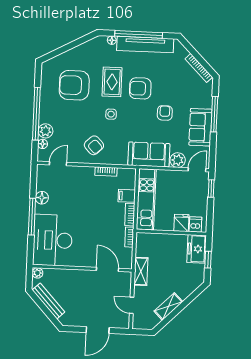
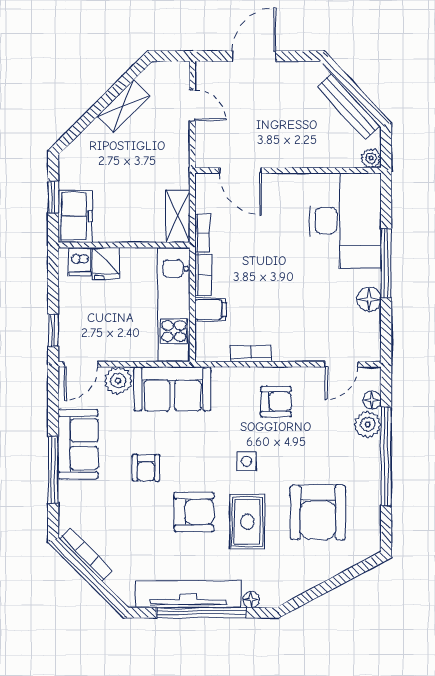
armchair: (74, 85) -> (318, 512), turned 90
armchair: (94, 145) -> (276, 402), turned 133
shelving: (141, 271) -> (178, 216), moved

